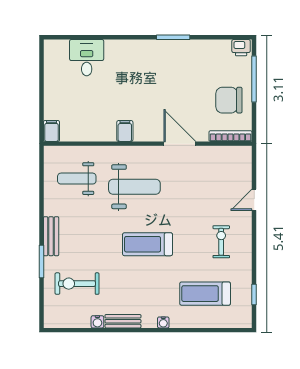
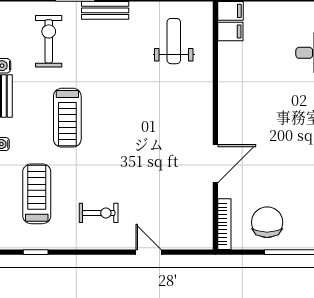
filing cabinet: (125, 131) -> (230, 31), moved
weight bench: (134, 187) -> (164, 110), removed
treadmill: (147, 244) -> (67, 118), moved, turned 180

